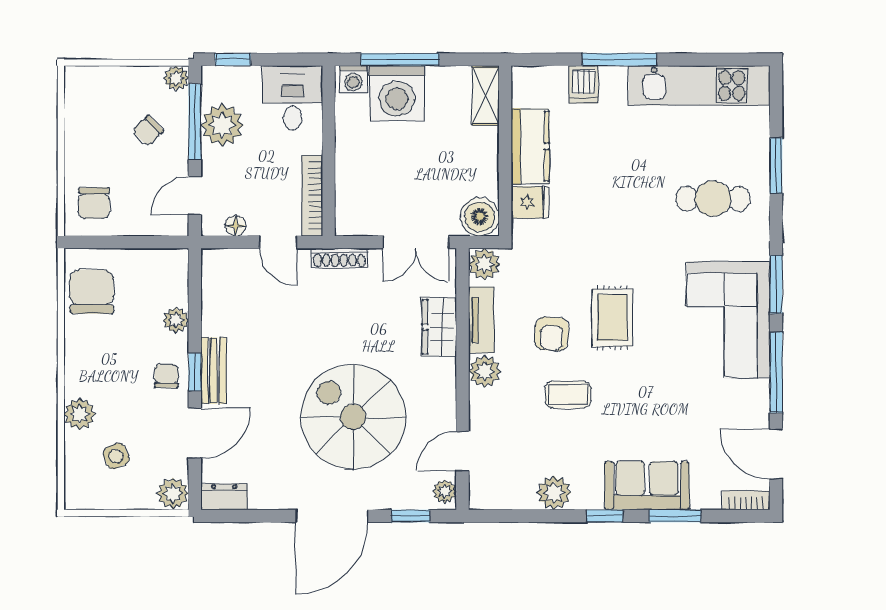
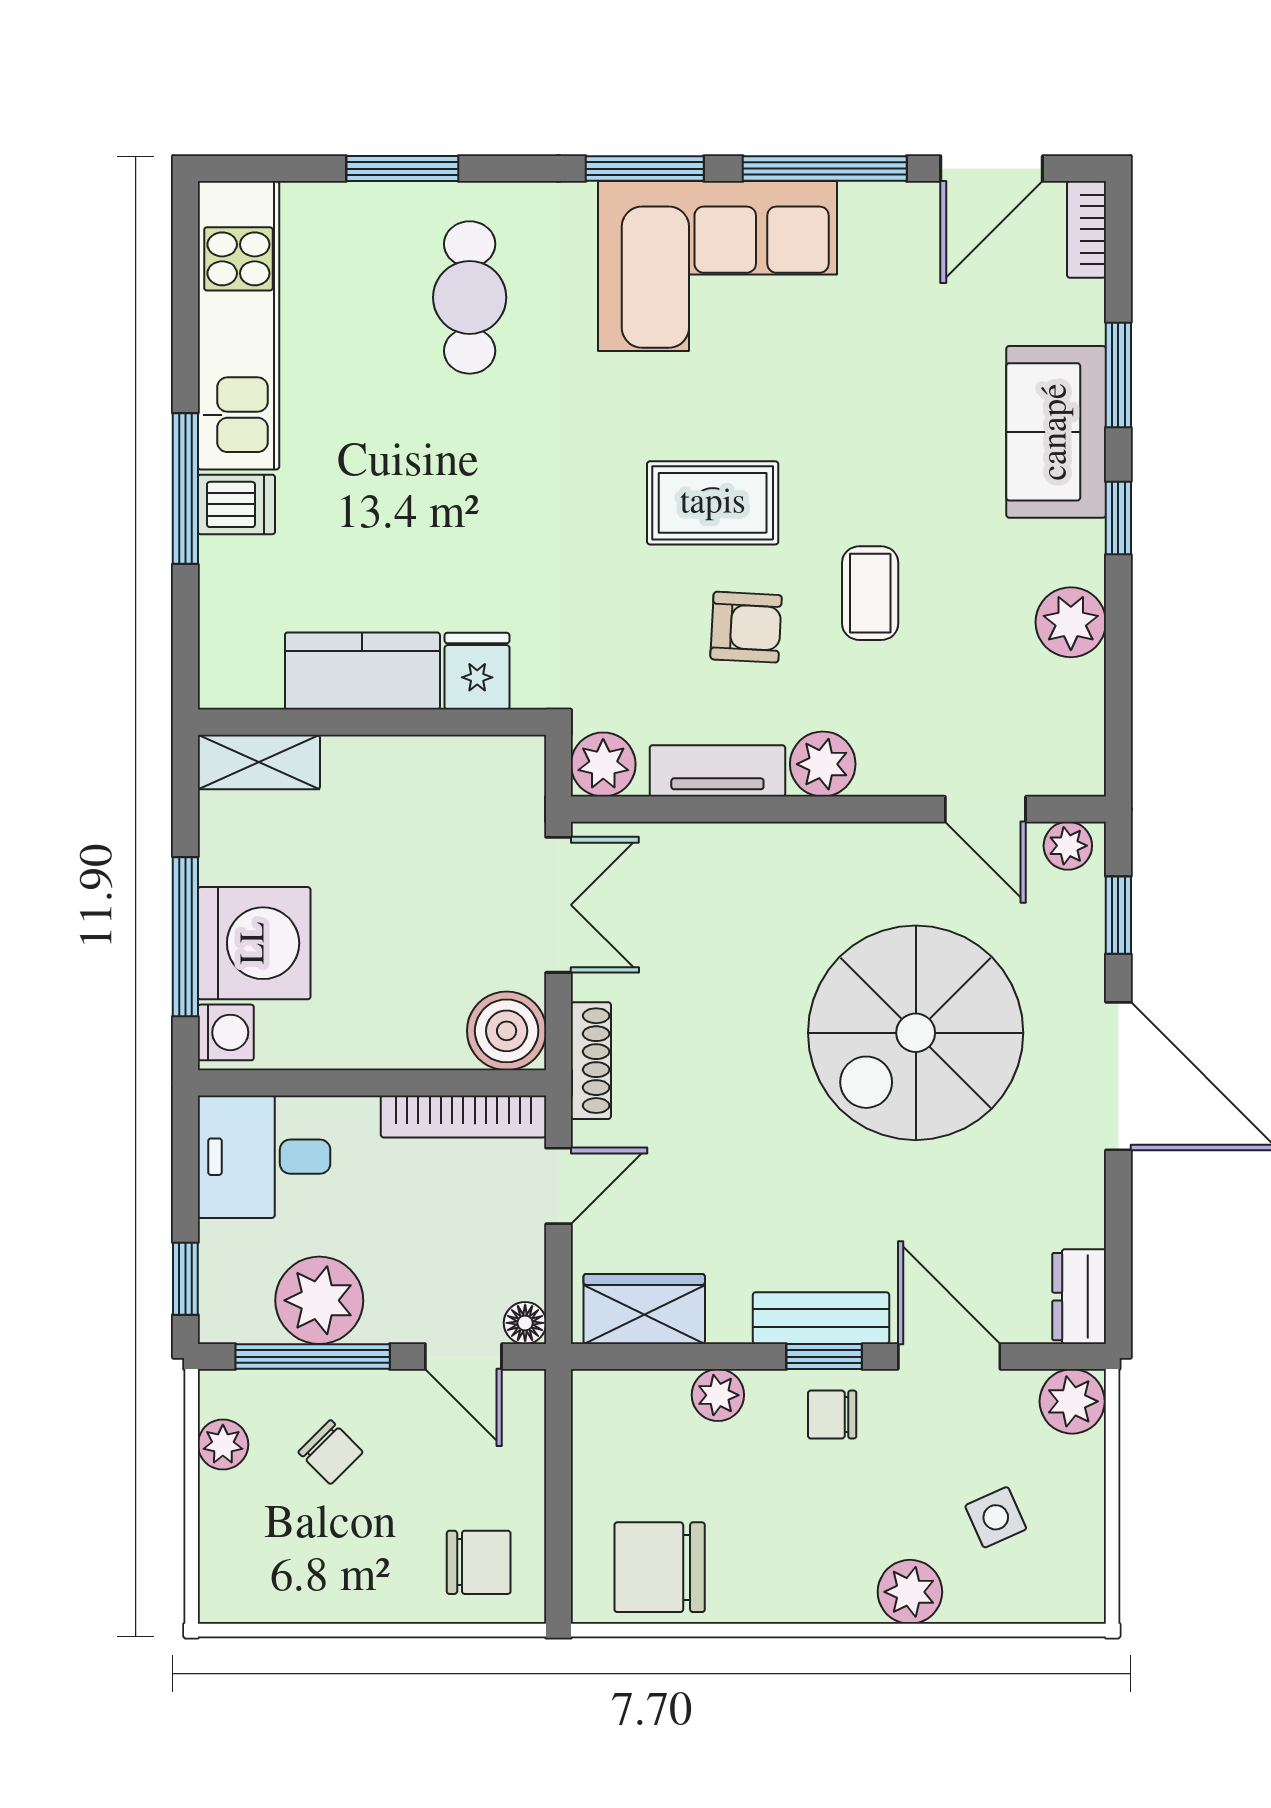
plant: (176, 78) -> (223, 1444), moved
dishwasher: (584, 85) -> (236, 504), moved
boiler: (480, 217) -> (507, 1031), moved
floor lamp: (236, 226) -> (525, 1323), moved
wardrobe: (439, 327) -> (644, 1309), moved, turned 180

